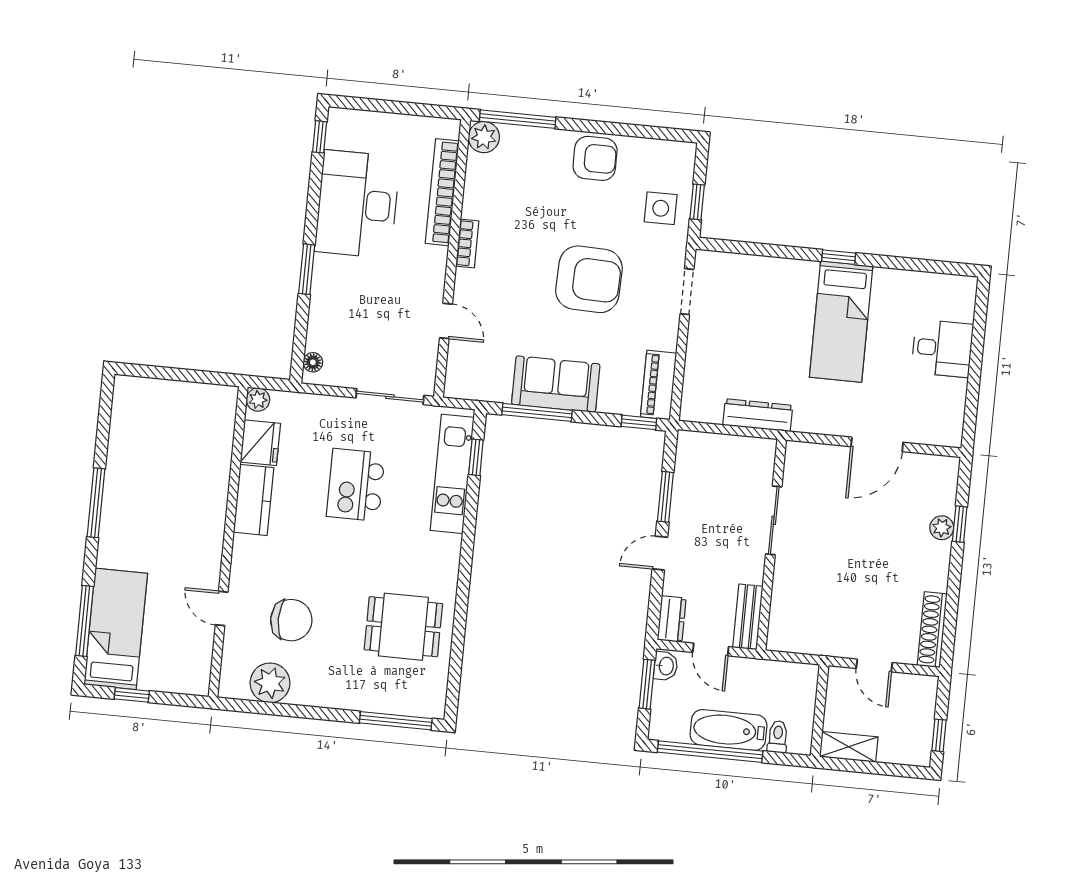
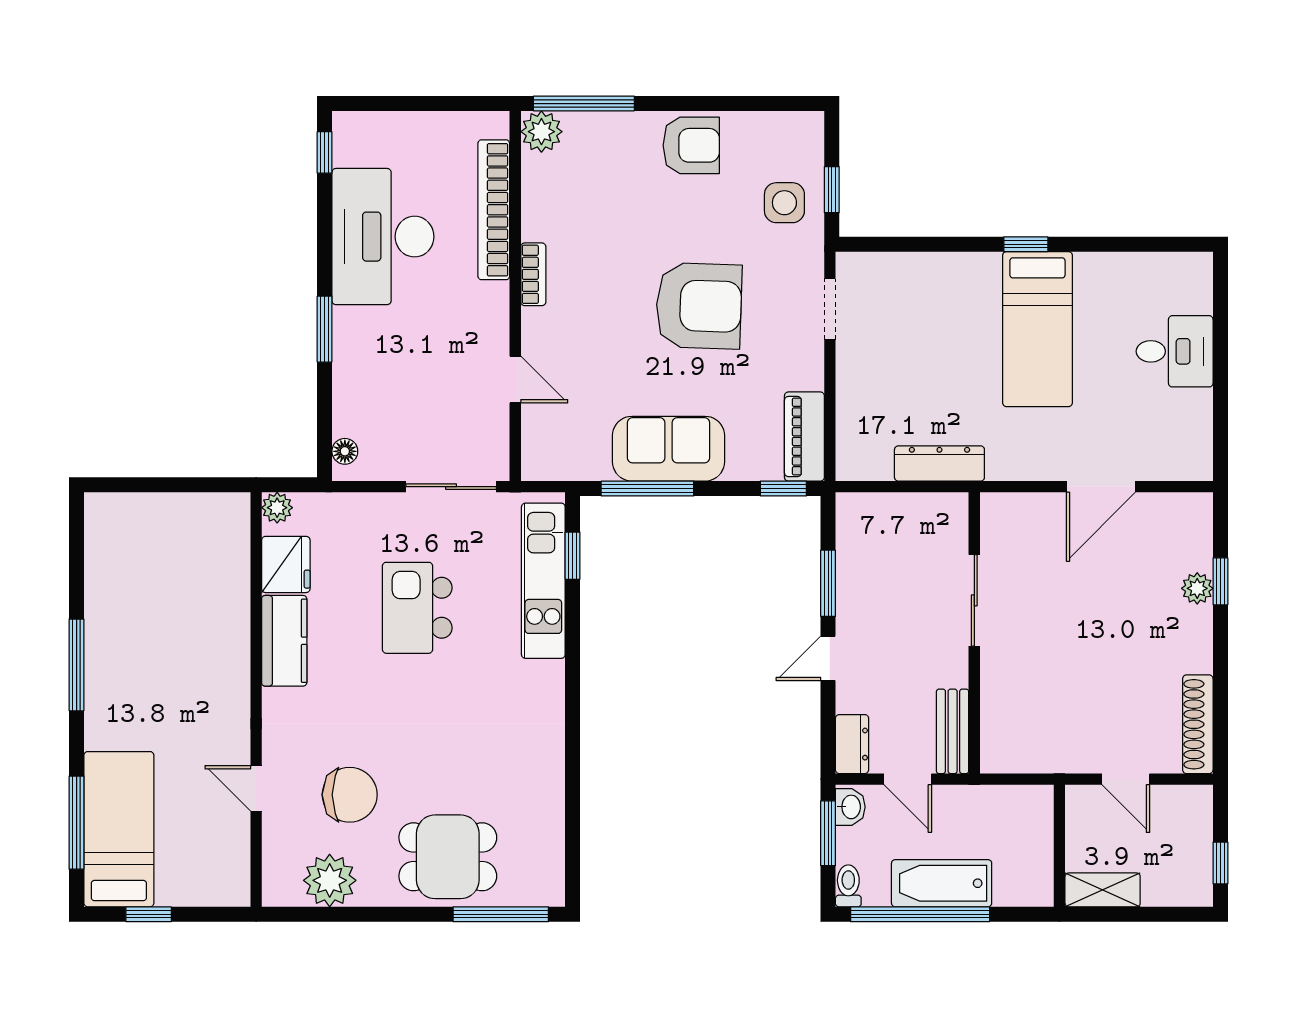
dining table: (403, 627) -> (448, 857), moved
toilet: (778, 737) -> (848, 886), moved

